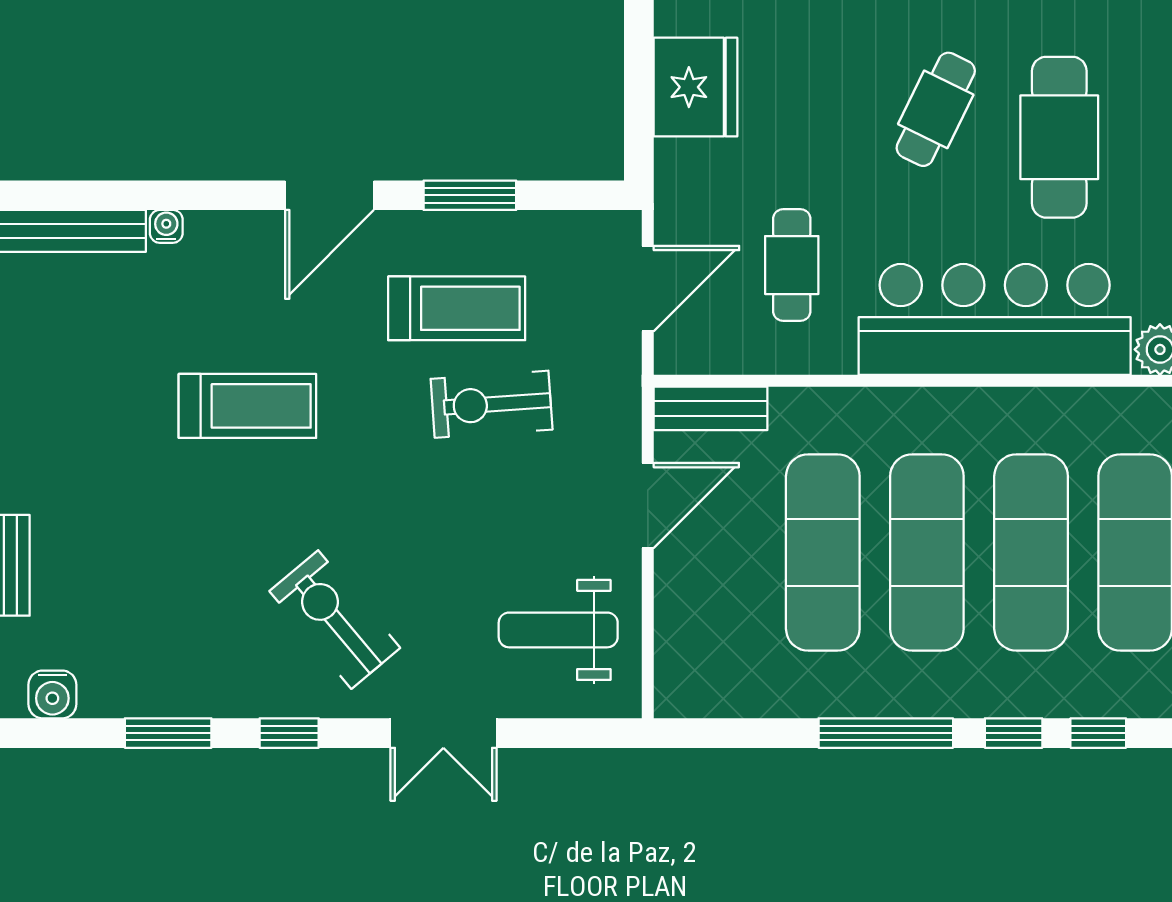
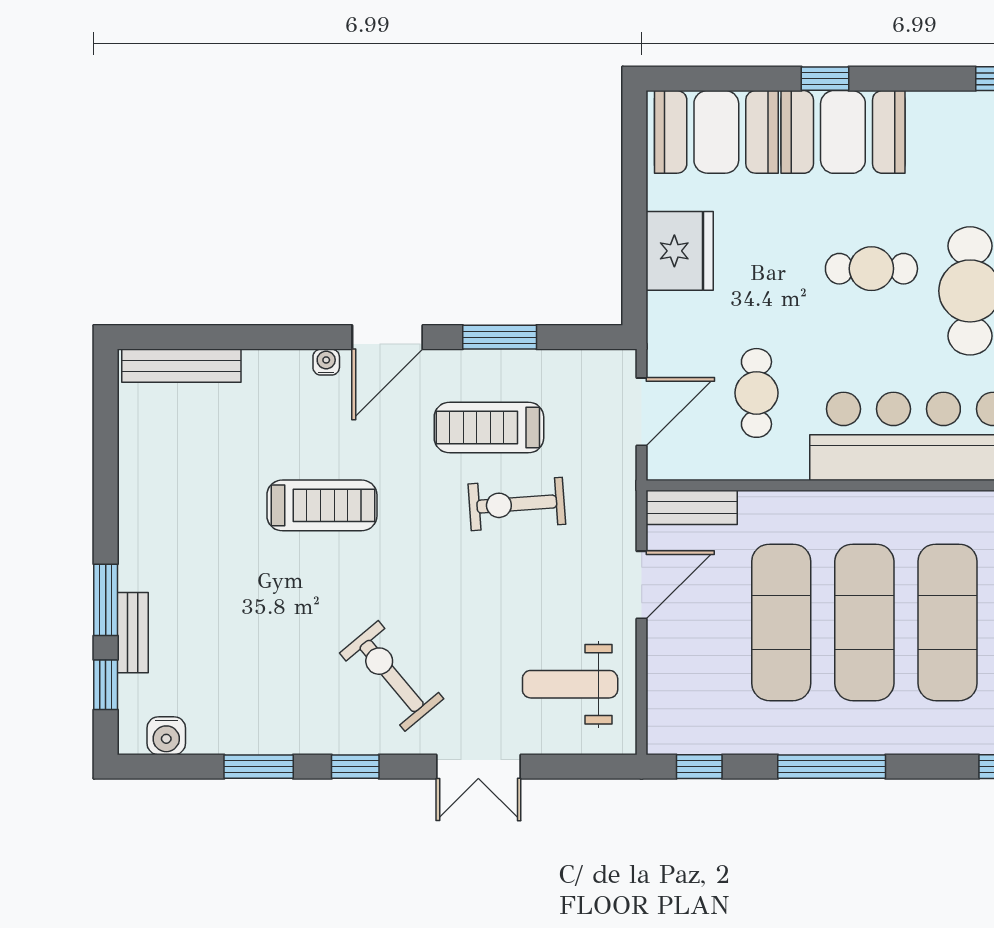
cafe table: (936, 109) -> (871, 269), turned 64
water cooler: (166, 226) -> (326, 362), moved
treadmill: (457, 308) -> (489, 427), turned 180
window: (1014, 733) -> (699, 767), moved

